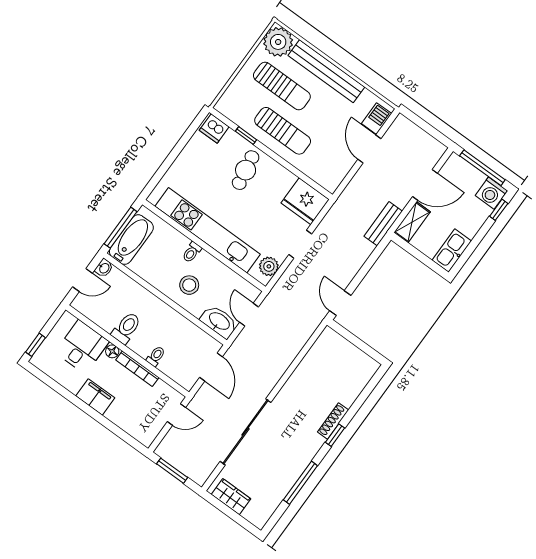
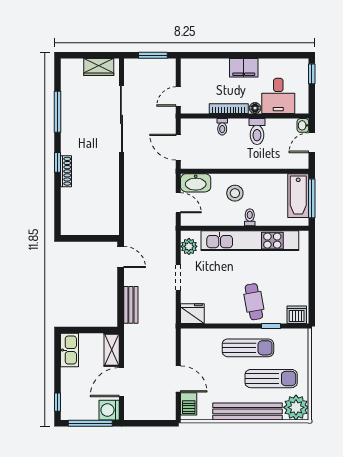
sun lounger: (282, 86) -> (271, 379), turned 180
sun lounger: (283, 131) -> (248, 348), turned 180
washing machine: (491, 193) -> (109, 410), moved, turned -90
fridge: (305, 201) -> (192, 314), width x0.73, depth x0.75
bench: (383, 224) -> (131, 305), moved
washbasin: (104, 268) -> (303, 125), moved

